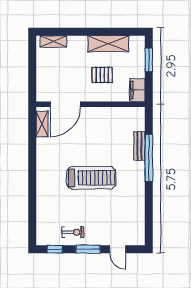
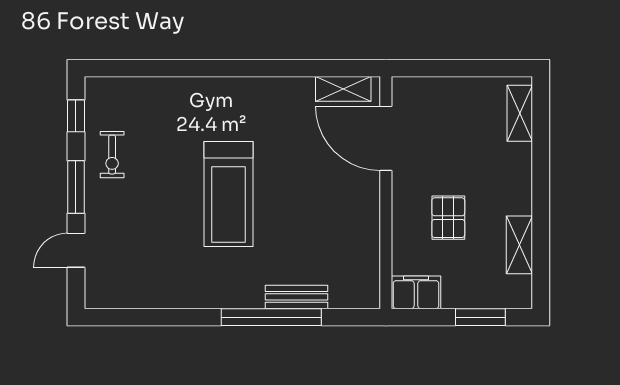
shelving: (108, 44) -> (519, 245), width x0.67, depth x0.75

